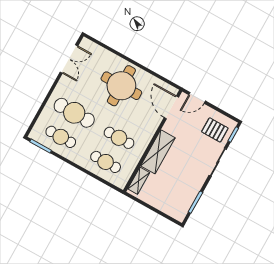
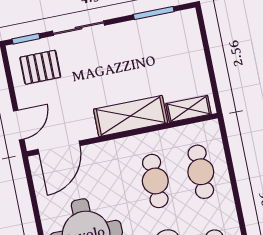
door: (197, 98) -> (19, 125), hinge flipped
pallet: (215, 130) -> (40, 67), turned 90

